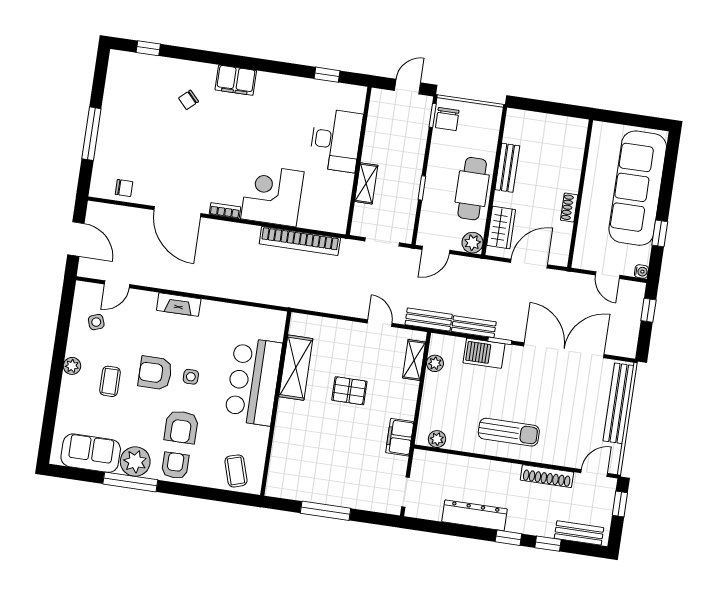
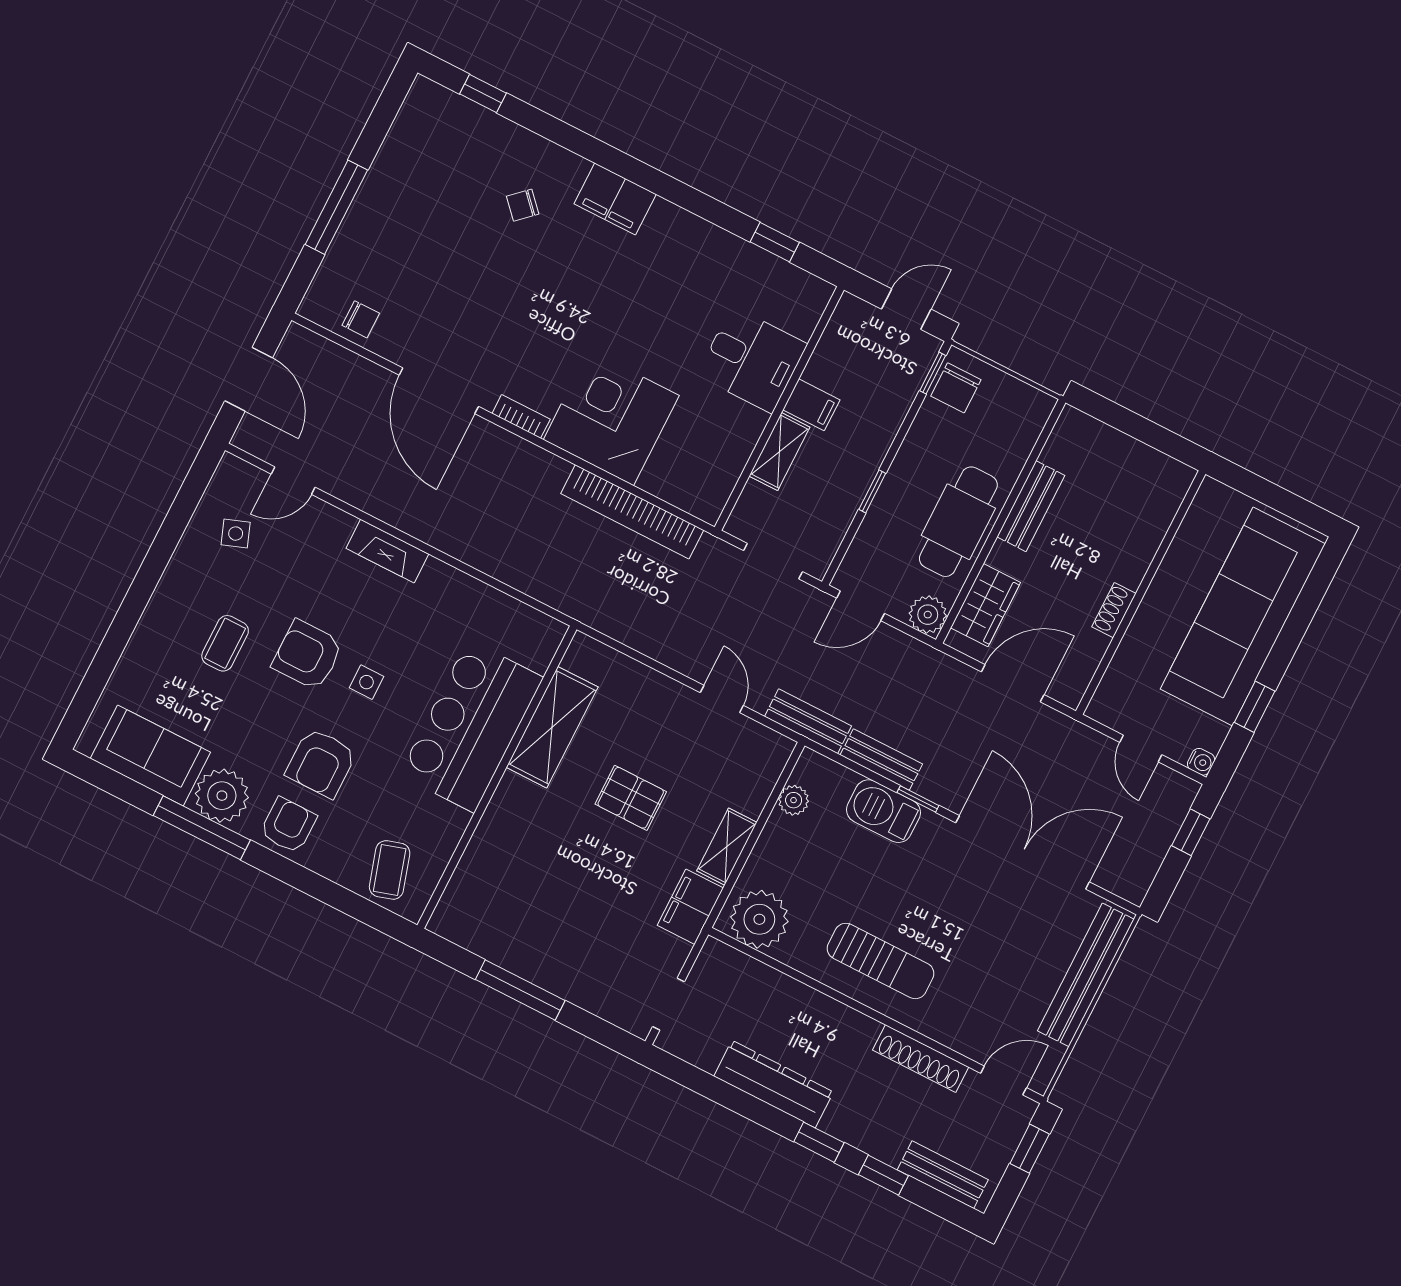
desk: (336, 140) -> (752, 360), width x0.73
filing cabinet: (375, 153) -> (811, 405), added
shelving: (414, 360) -> (727, 847), moved
plant: (72, 366) -> (169, 595), removed
plant: (437, 439) -> (759, 919), width x1.87, depth x1.87

